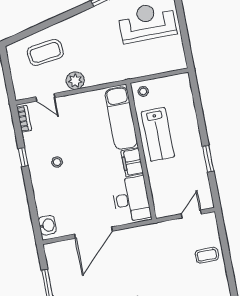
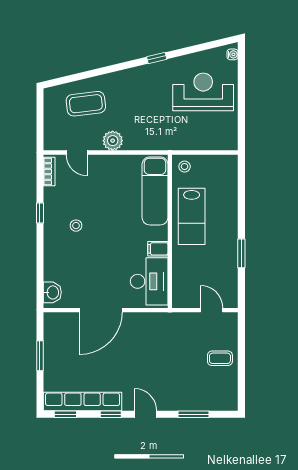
filing cabinet: (132, 162) -> (158, 249), width x0.50
door: (191, 214) -> (212, 310), hinge flipped

